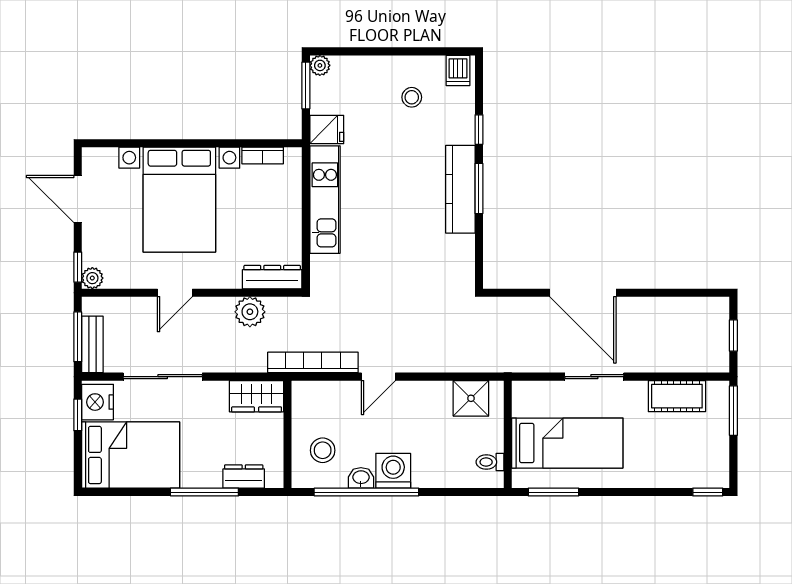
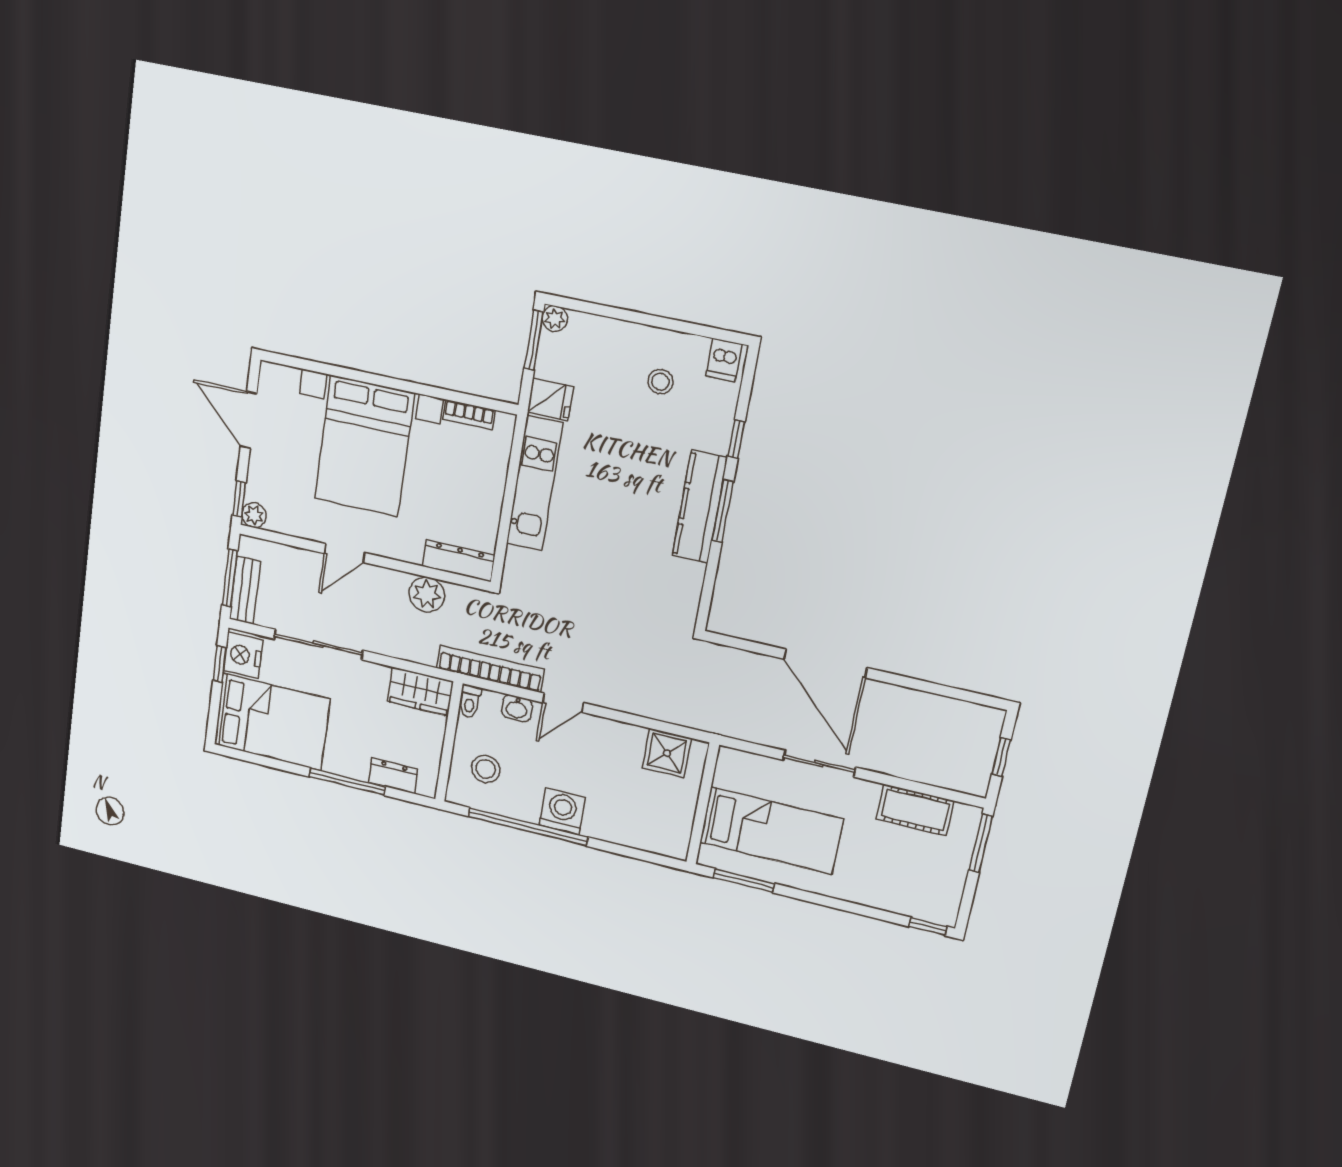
toilet: (490, 462) -> (470, 701), moved, turned -90
washbasin: (361, 478) -> (517, 708), moved, turned 180

